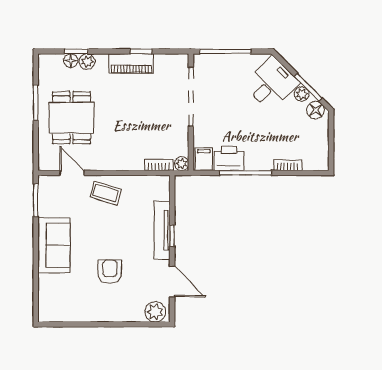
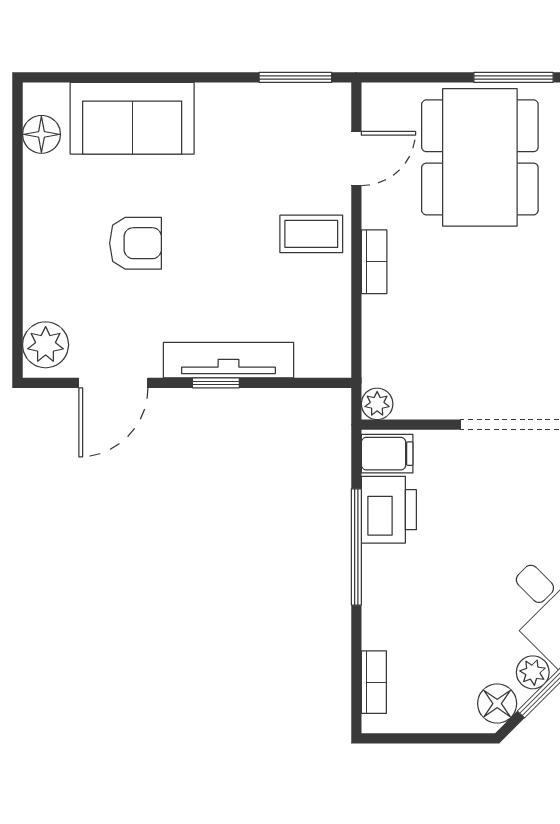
dining table: (71, 118) -> (480, 157), width x1.37
bookcase: (159, 165) -> (374, 262), moved
bookcase: (288, 165) -> (374, 682), moved
coffee table: (106, 193) -> (311, 234), turned 73
sofa: (54, 245) -> (132, 118), moved
floor lamp: (61, 314) -> (41, 134), added

